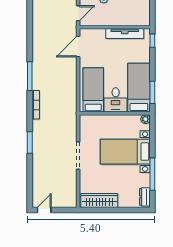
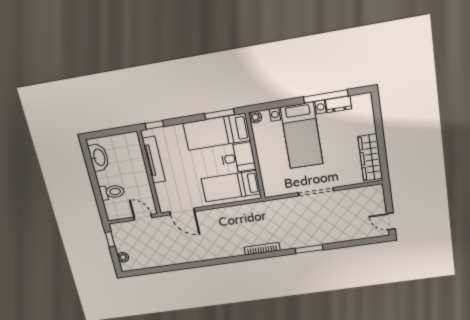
window: (30, 76) -> (229, 260), removed
dresser: (145, 197) -> (339, 104), moved

